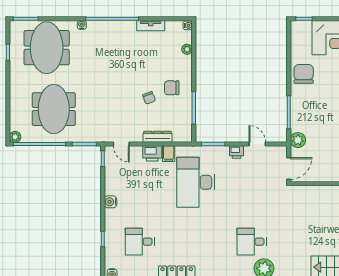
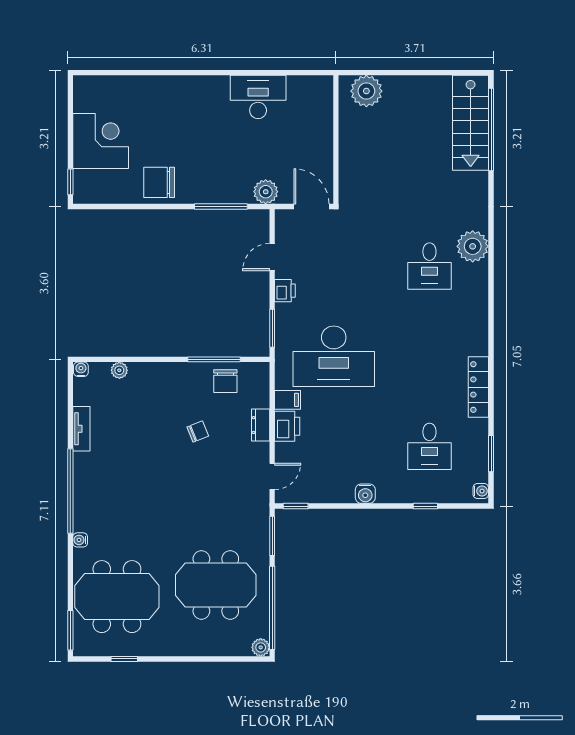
chair: (172, 88) -> (225, 381), moved
dresser: (157, 137) -> (261, 425), width x0.70

